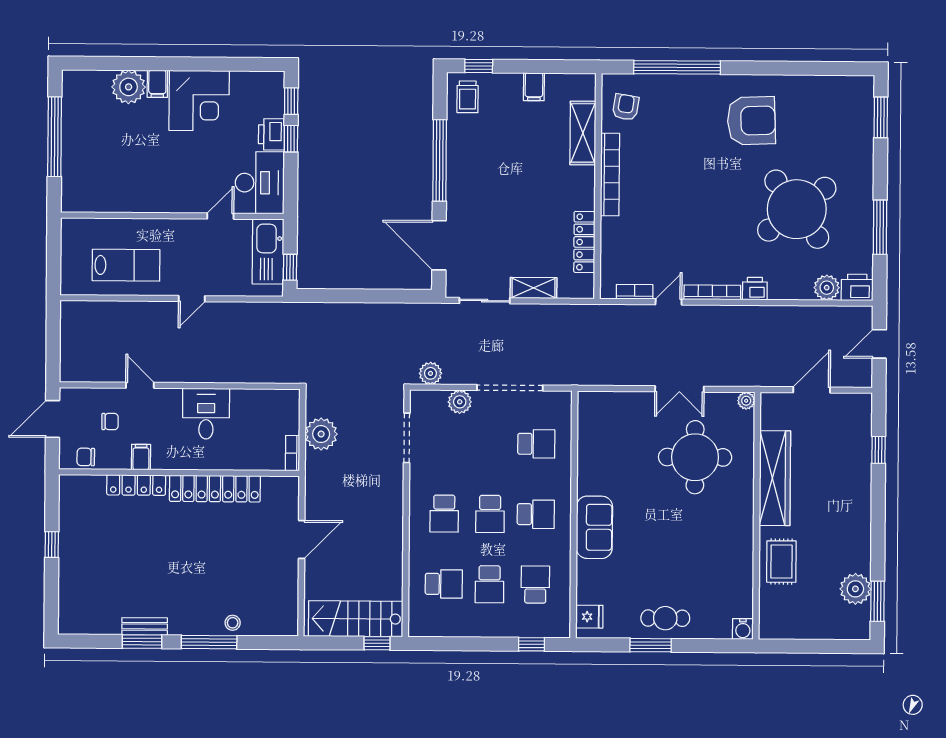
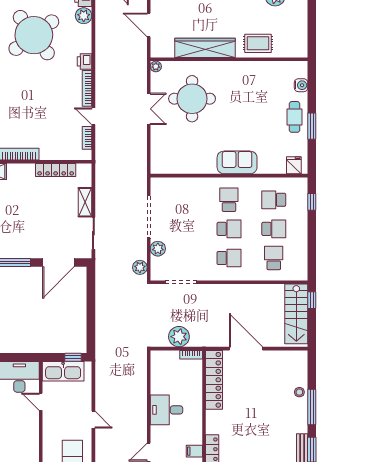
school desk: (536, 444) -> (184, 200), removed
locker: (215, 489) -> (214, 380), moved
door: (302, 539) -> (246, 349), width x1.36
water cooler: (743, 629) -> (301, 85), moved

